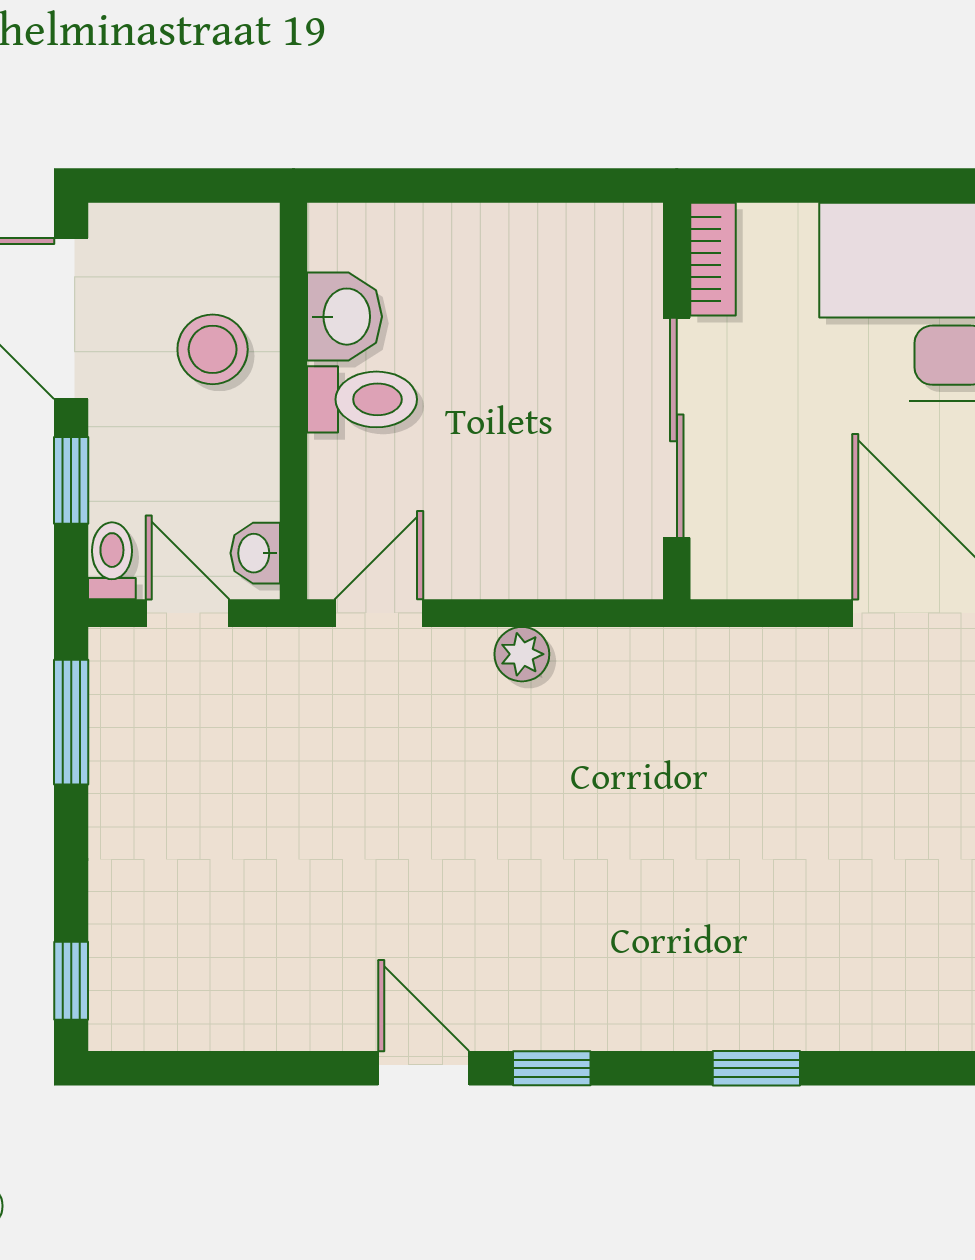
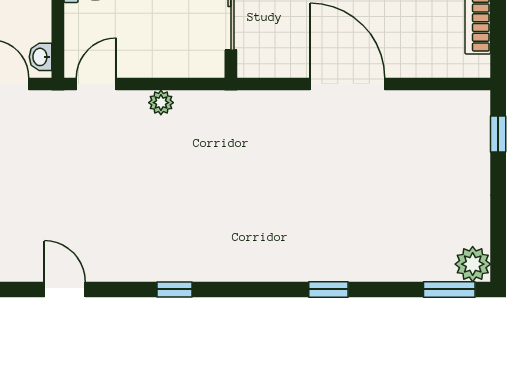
door: (424, 1068) -> (65, 289), moved
window: (756, 1068) -> (328, 289), moved

